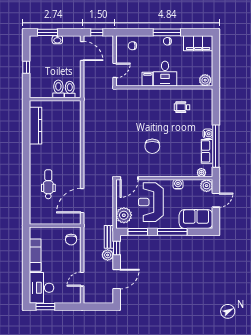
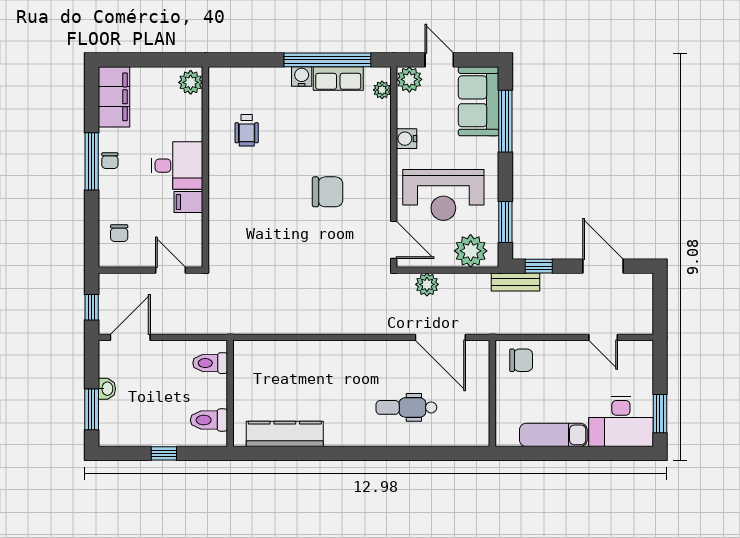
toilet: (58, 89) -> (209, 420), moved
window: (172, 232) -> (505, 121), moved
plant: (108, 255) -> (427, 284), moved

